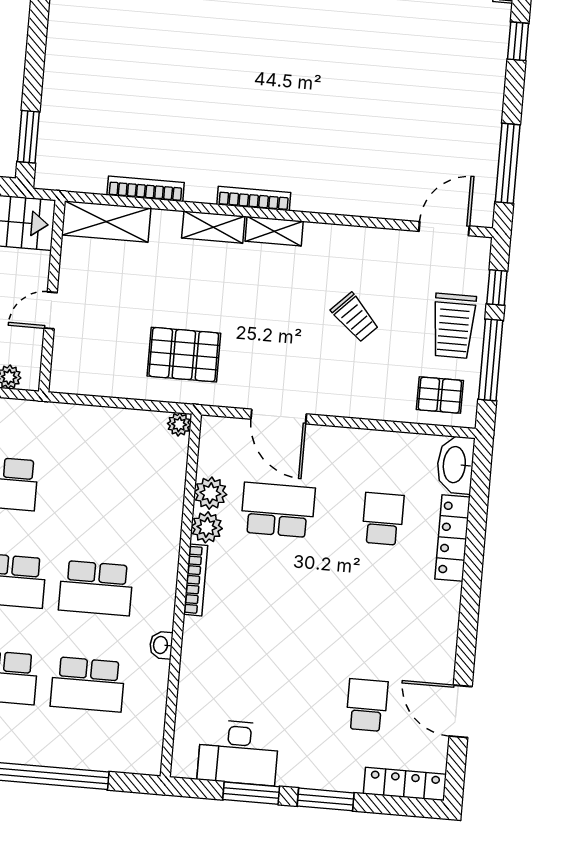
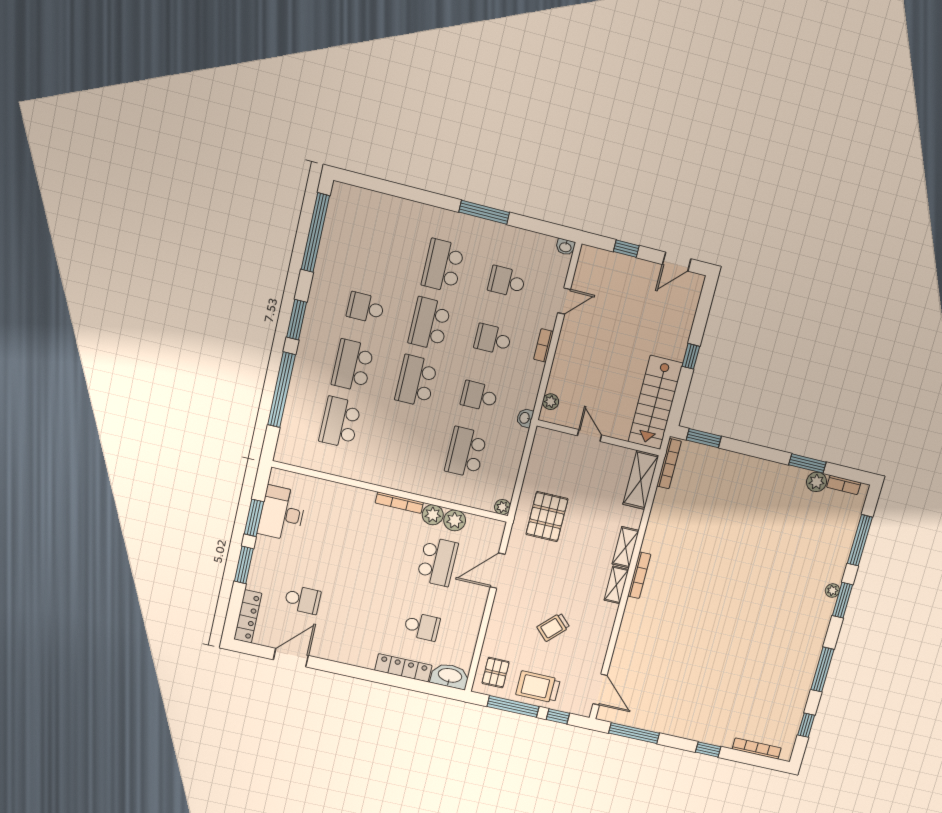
bookcase: (146, 189) -> (669, 464), moved
school desk: (96, 588) -> (466, 452), moved
washbasin: (161, 645) -> (525, 418), moved, turned -90

